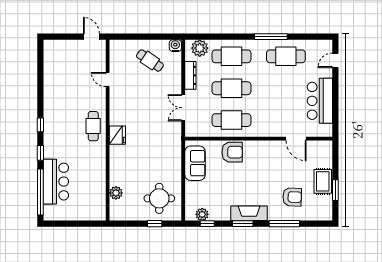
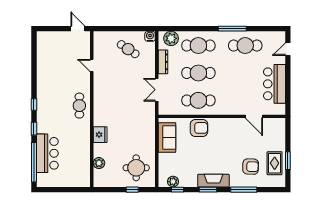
fridge: (117, 135) -> (100, 135), moved
rug: (323, 181) -> (275, 163), moved

